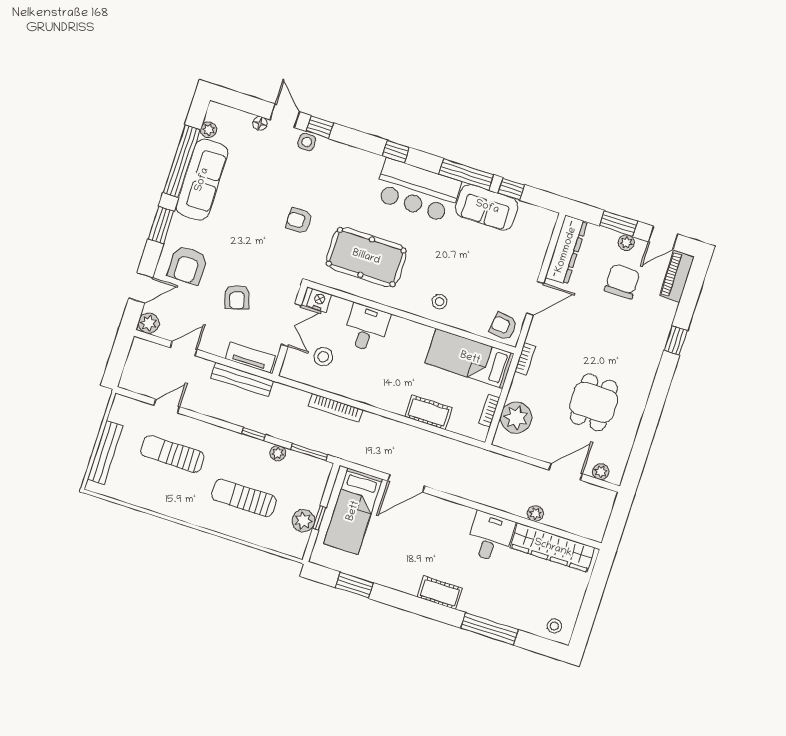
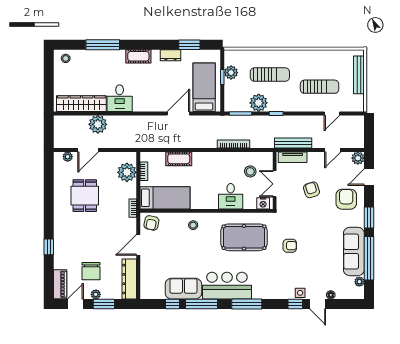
window: (396, 152) -> (247, 304), width x2.17
armchair: (503, 326) -> (151, 223), turned 95
plant: (278, 453) -> (259, 103), width x1.88, depth x1.88
plant: (535, 514) -> (98, 124), width x1.87, depth x1.87
dresser: (389, 578) -> (170, 55), added

